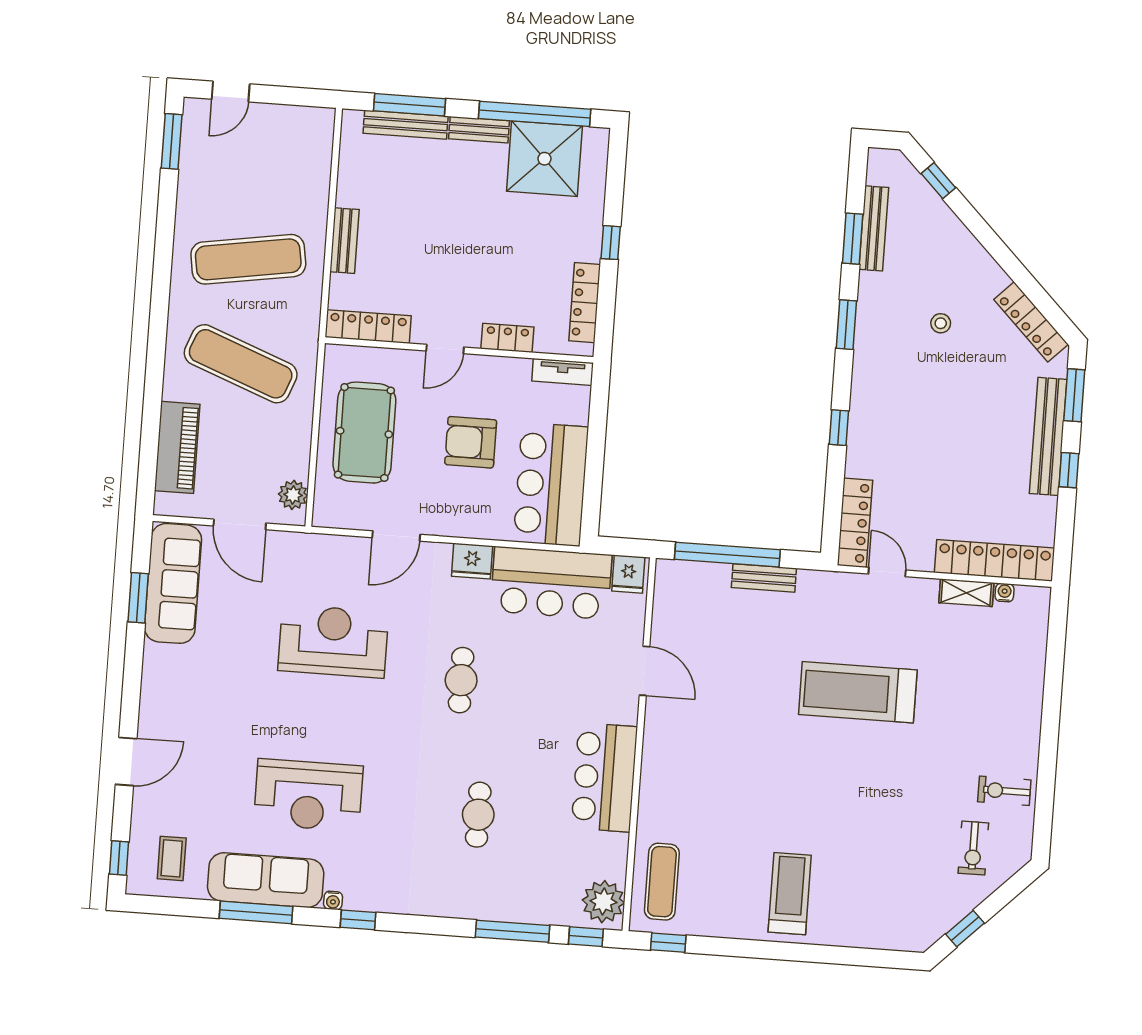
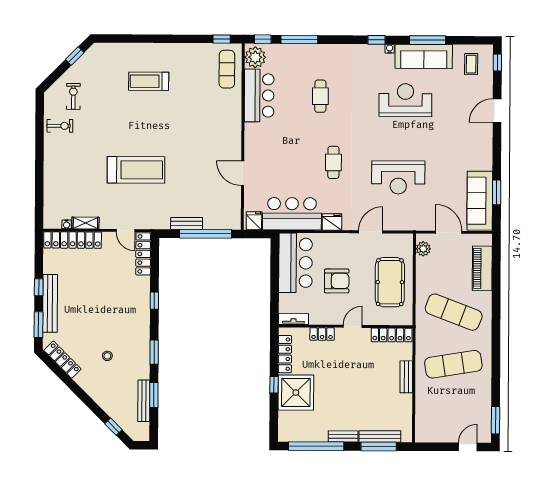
shower: (544, 159) -> (296, 393), moved
bar counter: (604, 777) -> (259, 95), moved
treadmill: (790, 894) -> (149, 81), moved, turned 90

